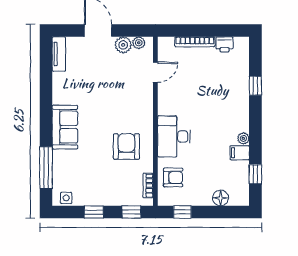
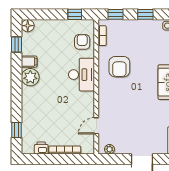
plant: (123, 45) -> (122, 148), removed
window: (255, 86) -> (17, 130), moved
plant: (243, 138) -> (30, 77), width x1.87, depth x1.87
armchair: (173, 177) -> (82, 42), turned 90
floor lamp: (221, 198) -> (28, 26), moved

